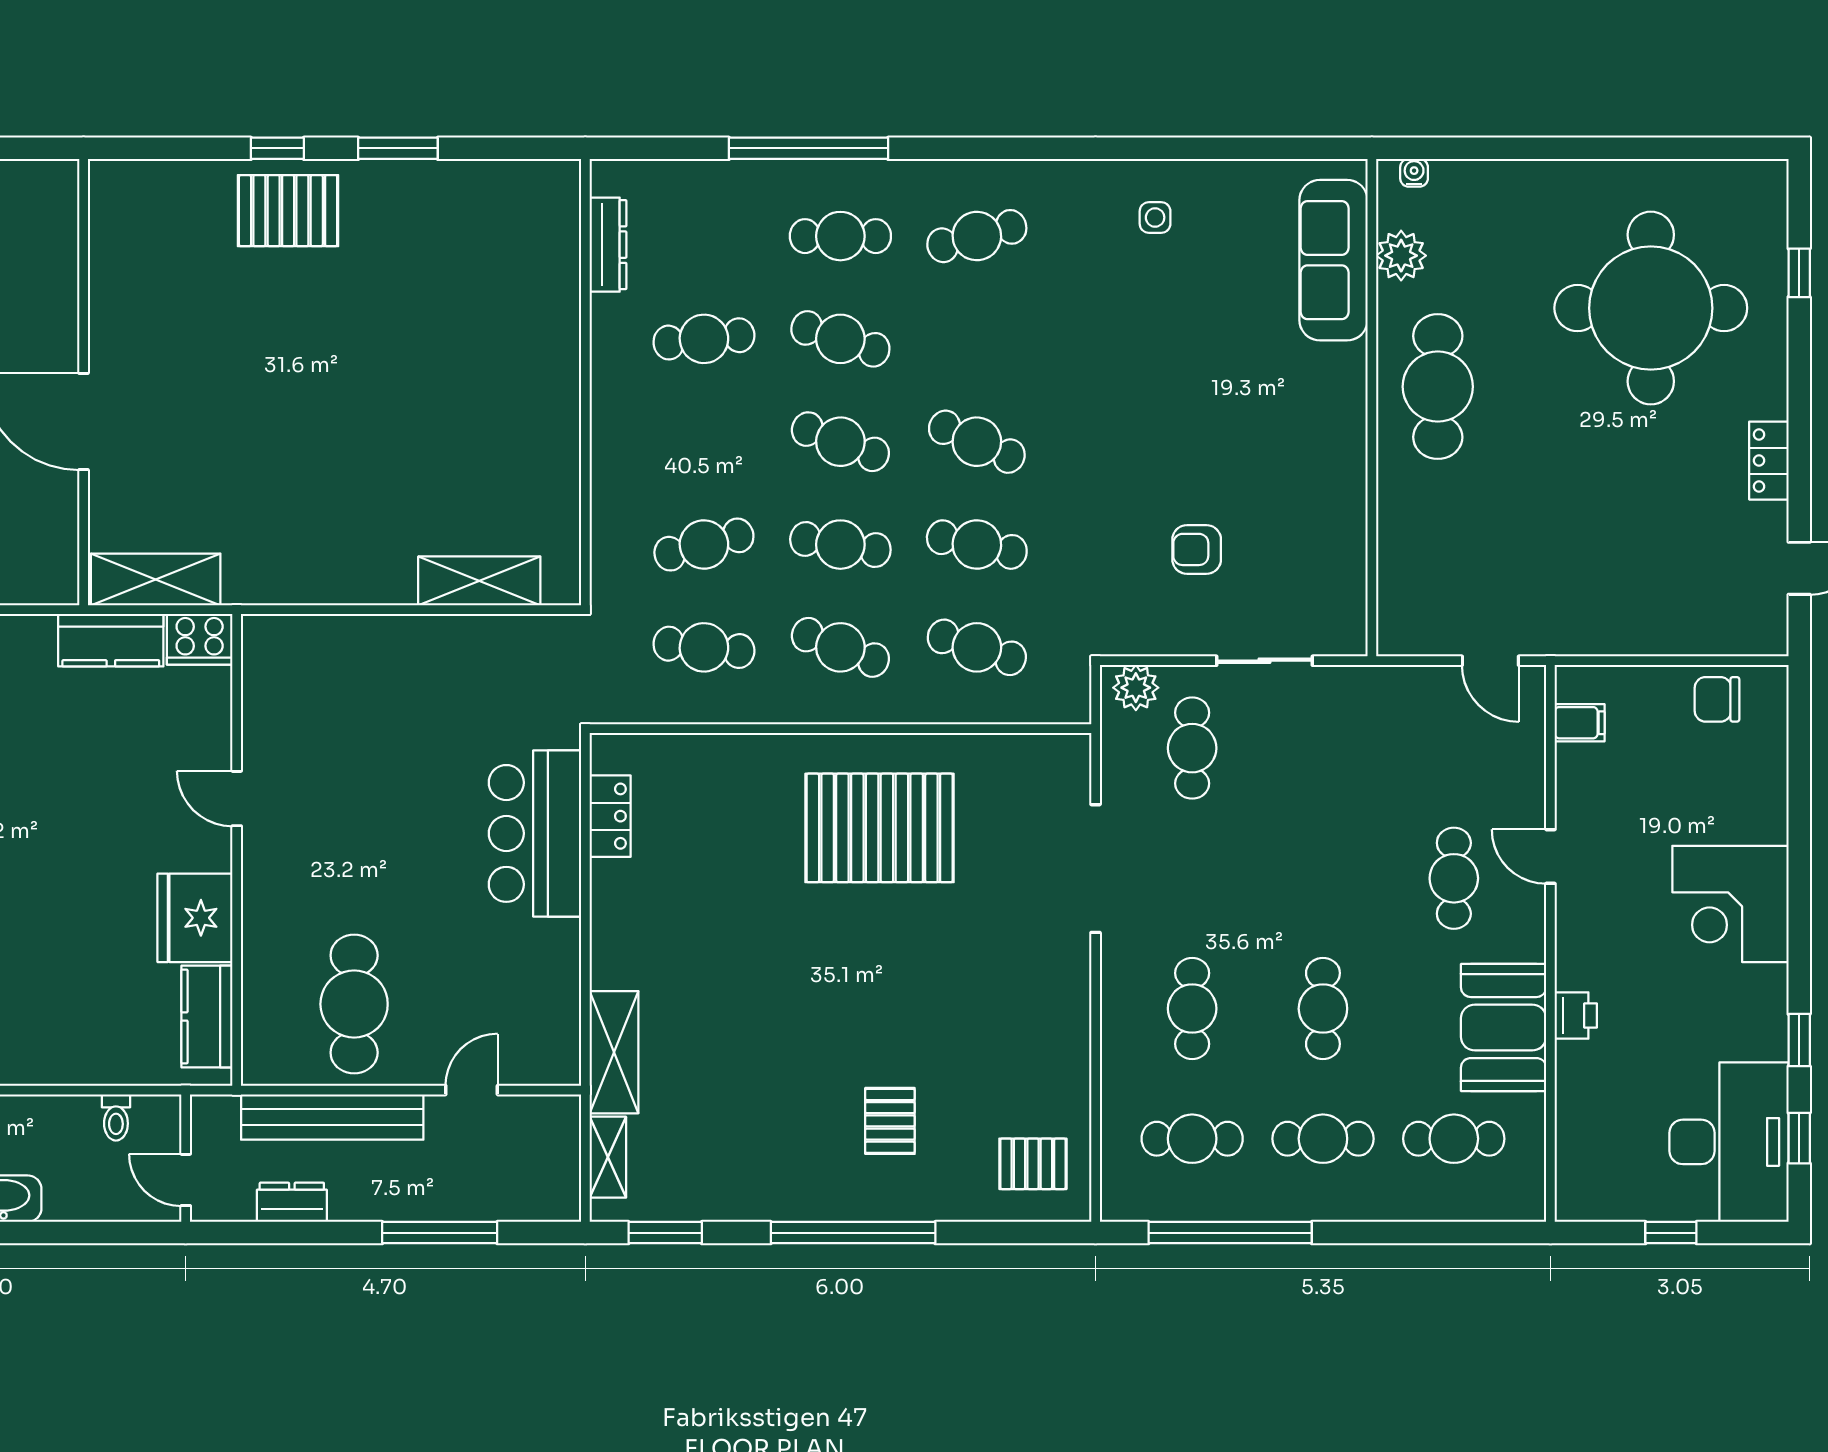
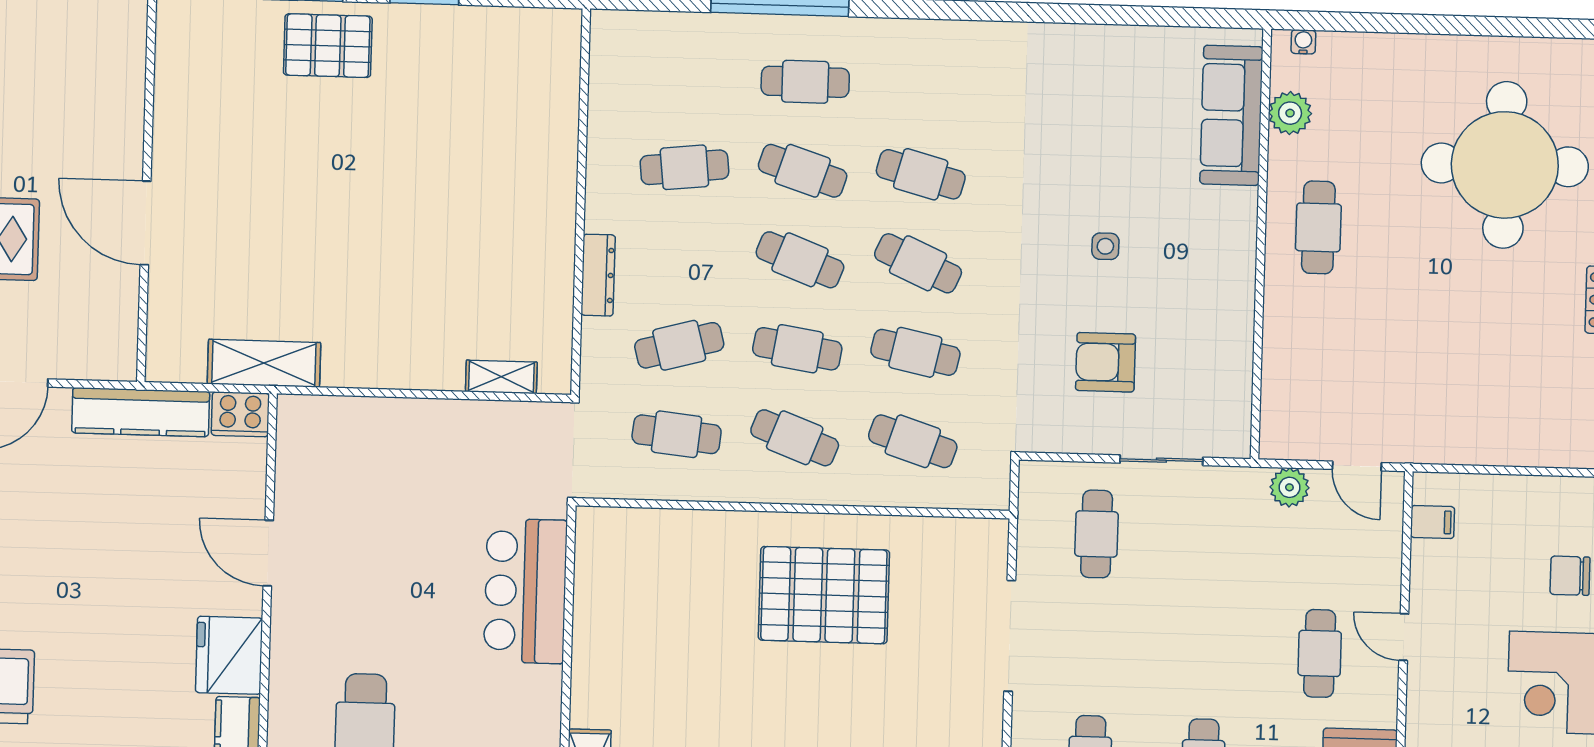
side table: (1155, 217) -> (1105, 246), moved
cafe table: (977, 236) -> (921, 174), moved, turned 30
dresser: (608, 245) -> (598, 275), moved
cafe table: (1438, 387) -> (1318, 227), width x0.73, depth x0.74
armchair: (1197, 549) -> (1106, 362), width x1.38, depth x1.38
shelving: (156, 579) -> (264, 363), moved
shelving: (479, 581) -> (501, 377), width x0.67, depth x0.75
kitchen counter: (111, 640) -> (141, 412), width x1.50
plant: (1136, 688) -> (1289, 487), moved
chair: (1717, 699) -> (1570, 576), moved
door: (237, 799) -> (268, 553), width x1.38
locker: (610, 816) -> (591, 578), removed

